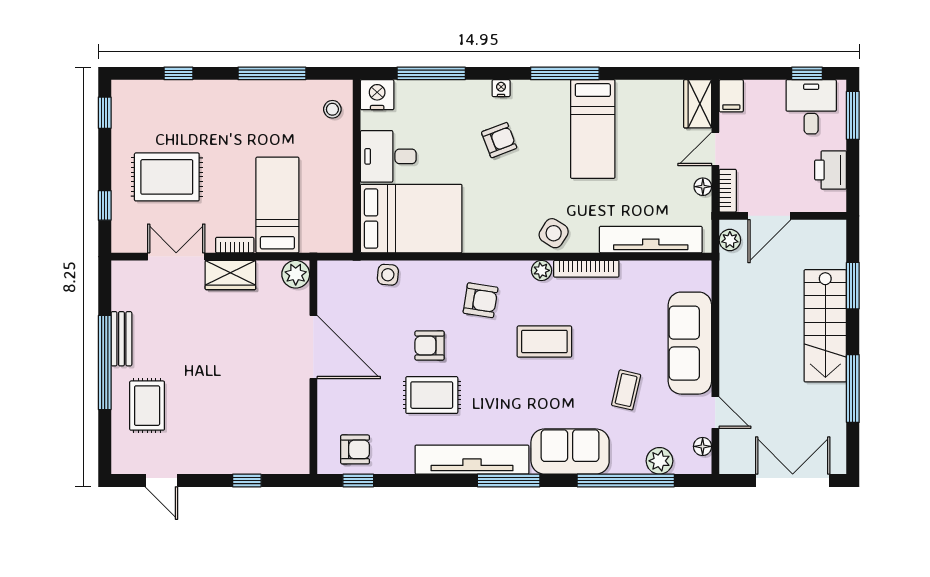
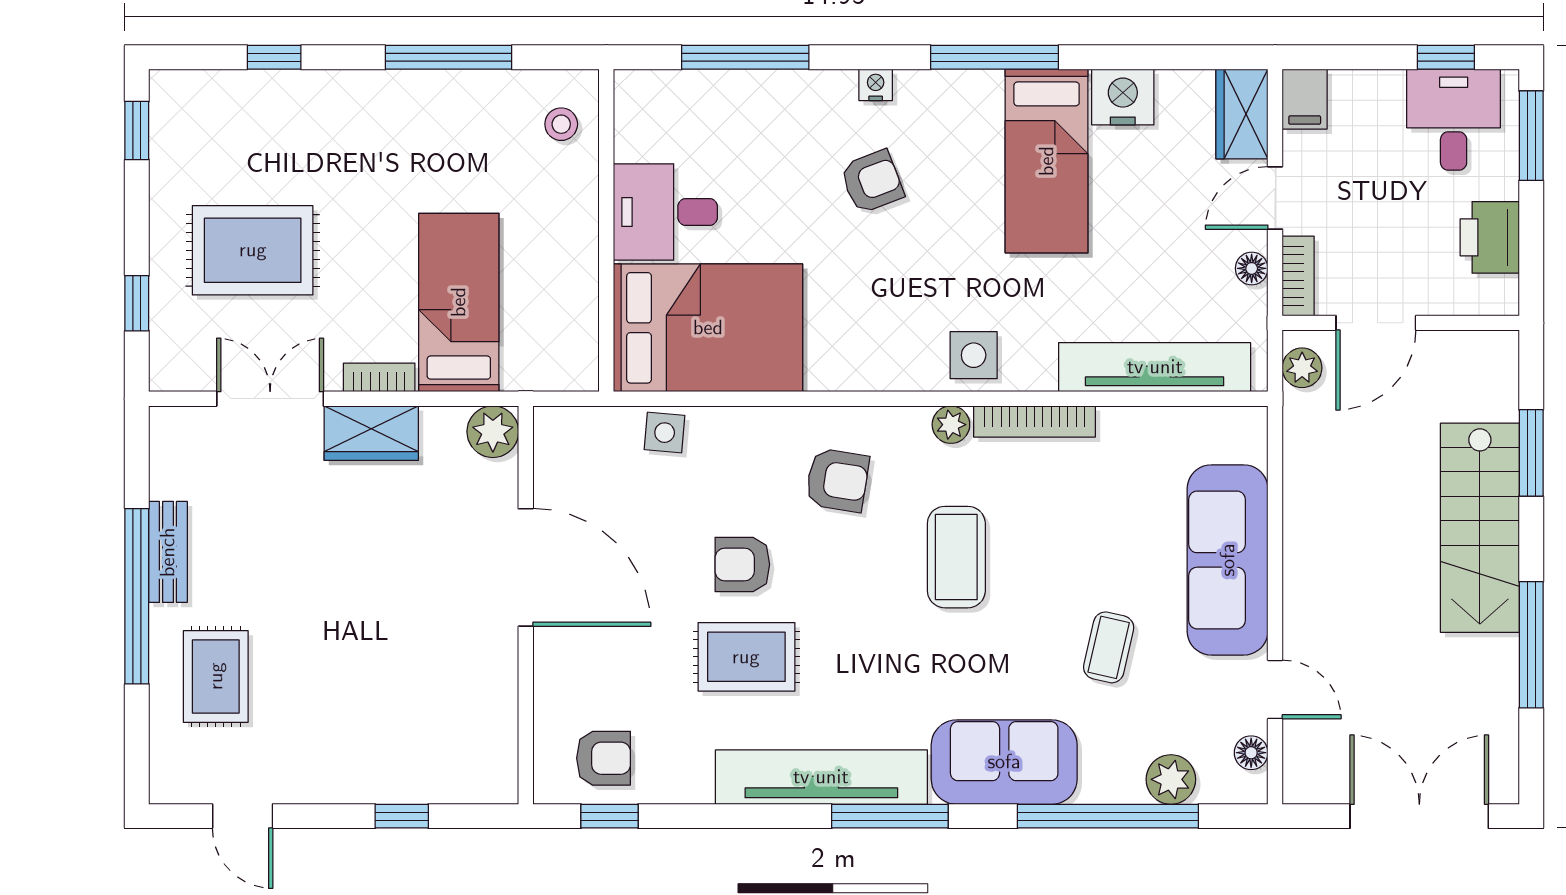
nightstand: (377, 95) -> (1123, 97), moved
side table: (554, 233) -> (974, 355), turned -32
coffee table: (544, 342) -> (956, 557), turned 90

